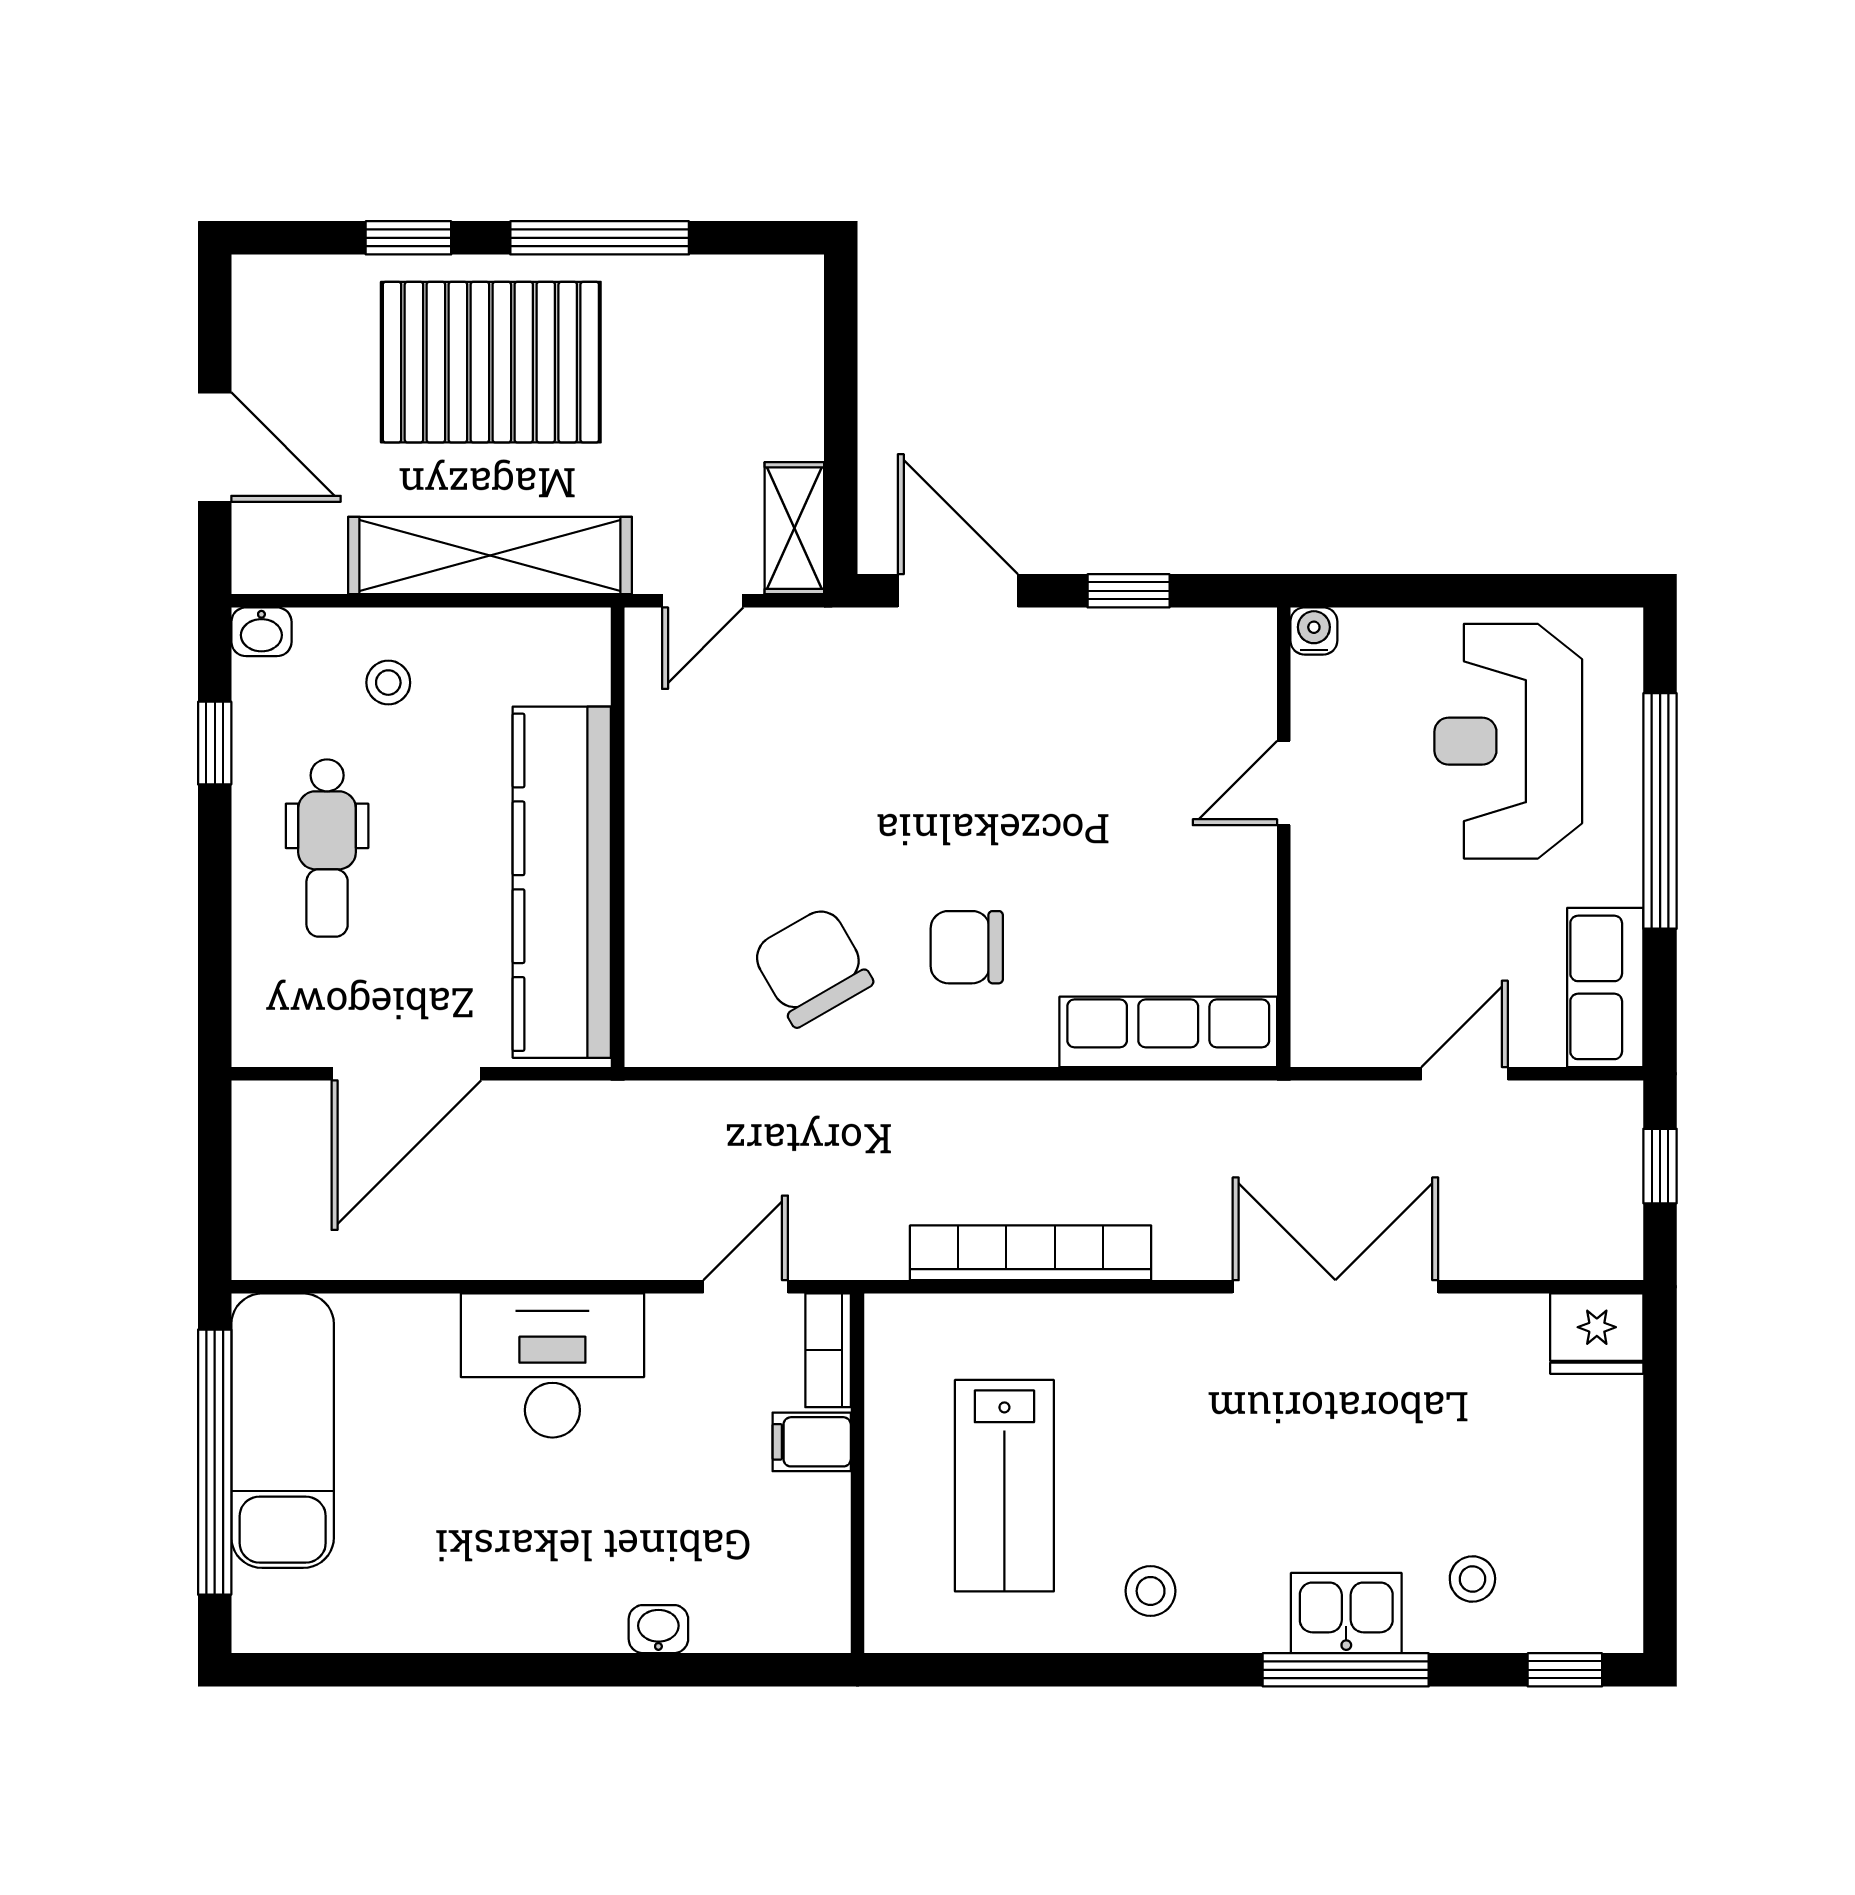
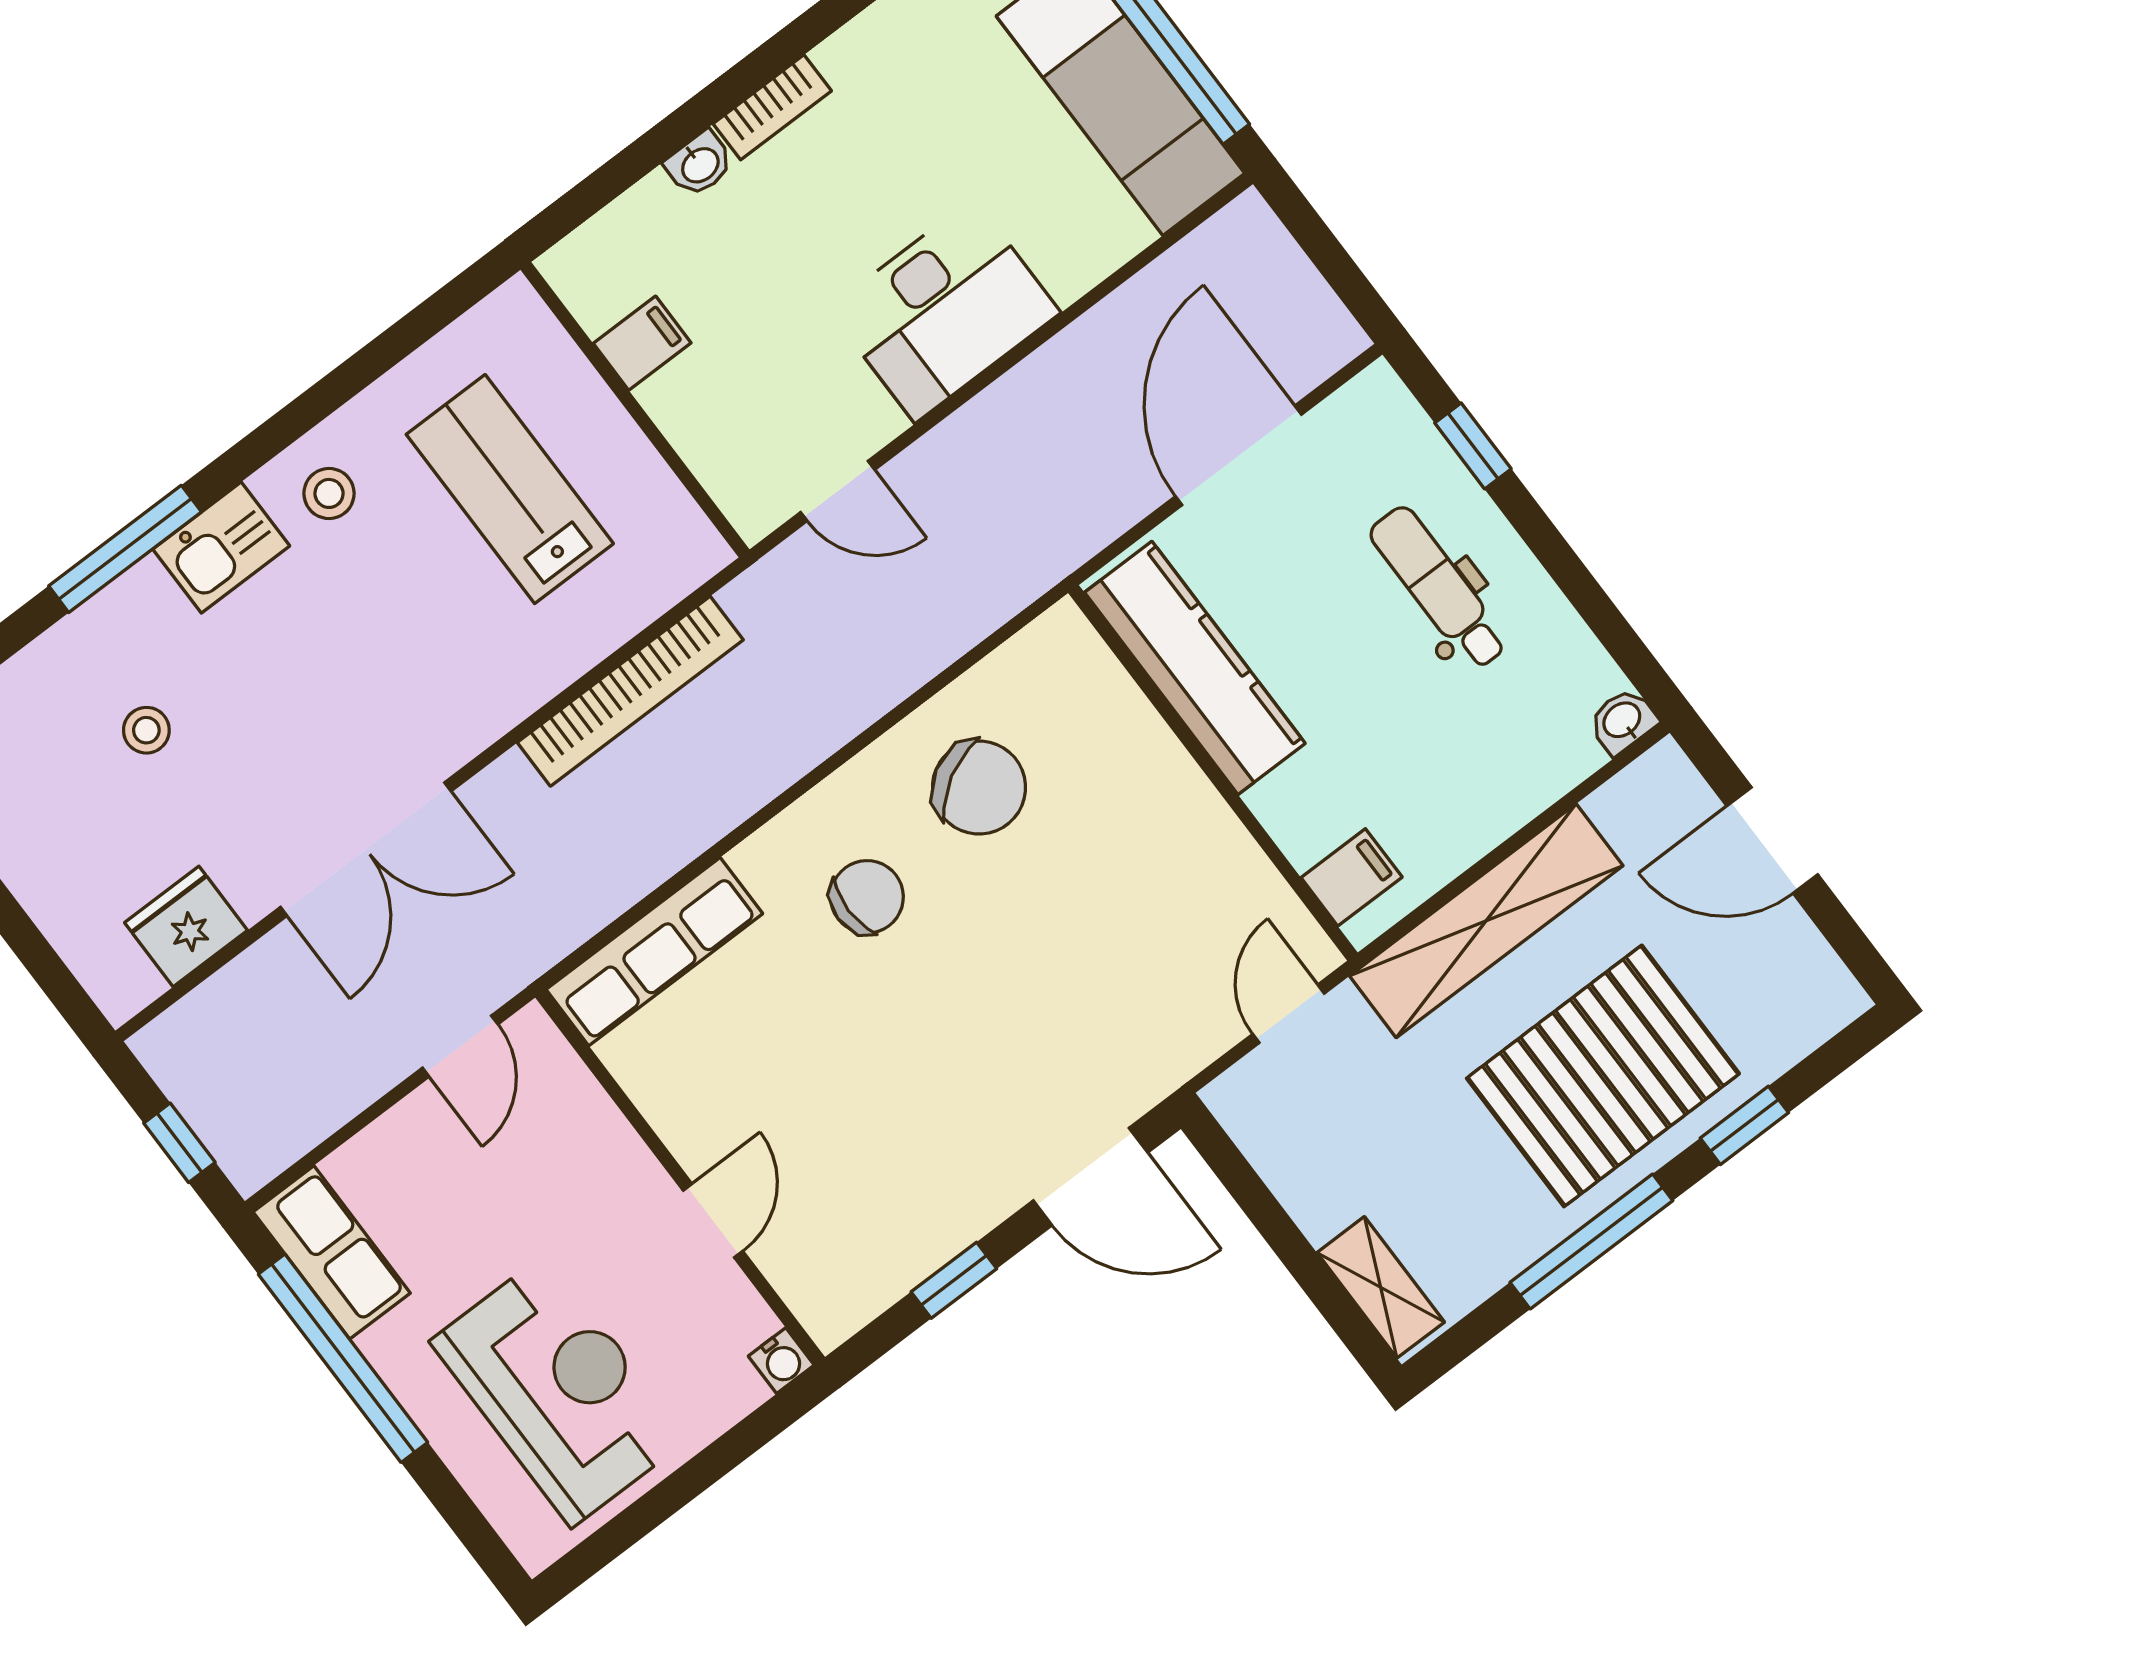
shelving: (794, 528) -> (1381, 1287), moved
filing cabinet: (571, 671) -> (1352, 877), added
stool: (388, 683) -> (1490, 757), removed
window: (215, 743) -> (1473, 446), moved
window: (1660, 811) -> (343, 1358), moved
kitchen counter: (562, 882) -> (1195, 668), width x0.72, depth x0.86
door: (1465, 1074) -> (460, 1046), moved
door: (746, 1287) -> (838, 491), hinge flipped
fridge: (1597, 1334) -> (186, 926), moved
bookcase: (828, 1350) -> (772, 107), moved, turned 90
filing cabinet: (812, 1442) -> (642, 343), moved
stool: (1472, 1579) -> (146, 730), moved
kitchen sink: (1346, 1613) -> (221, 547), moved

